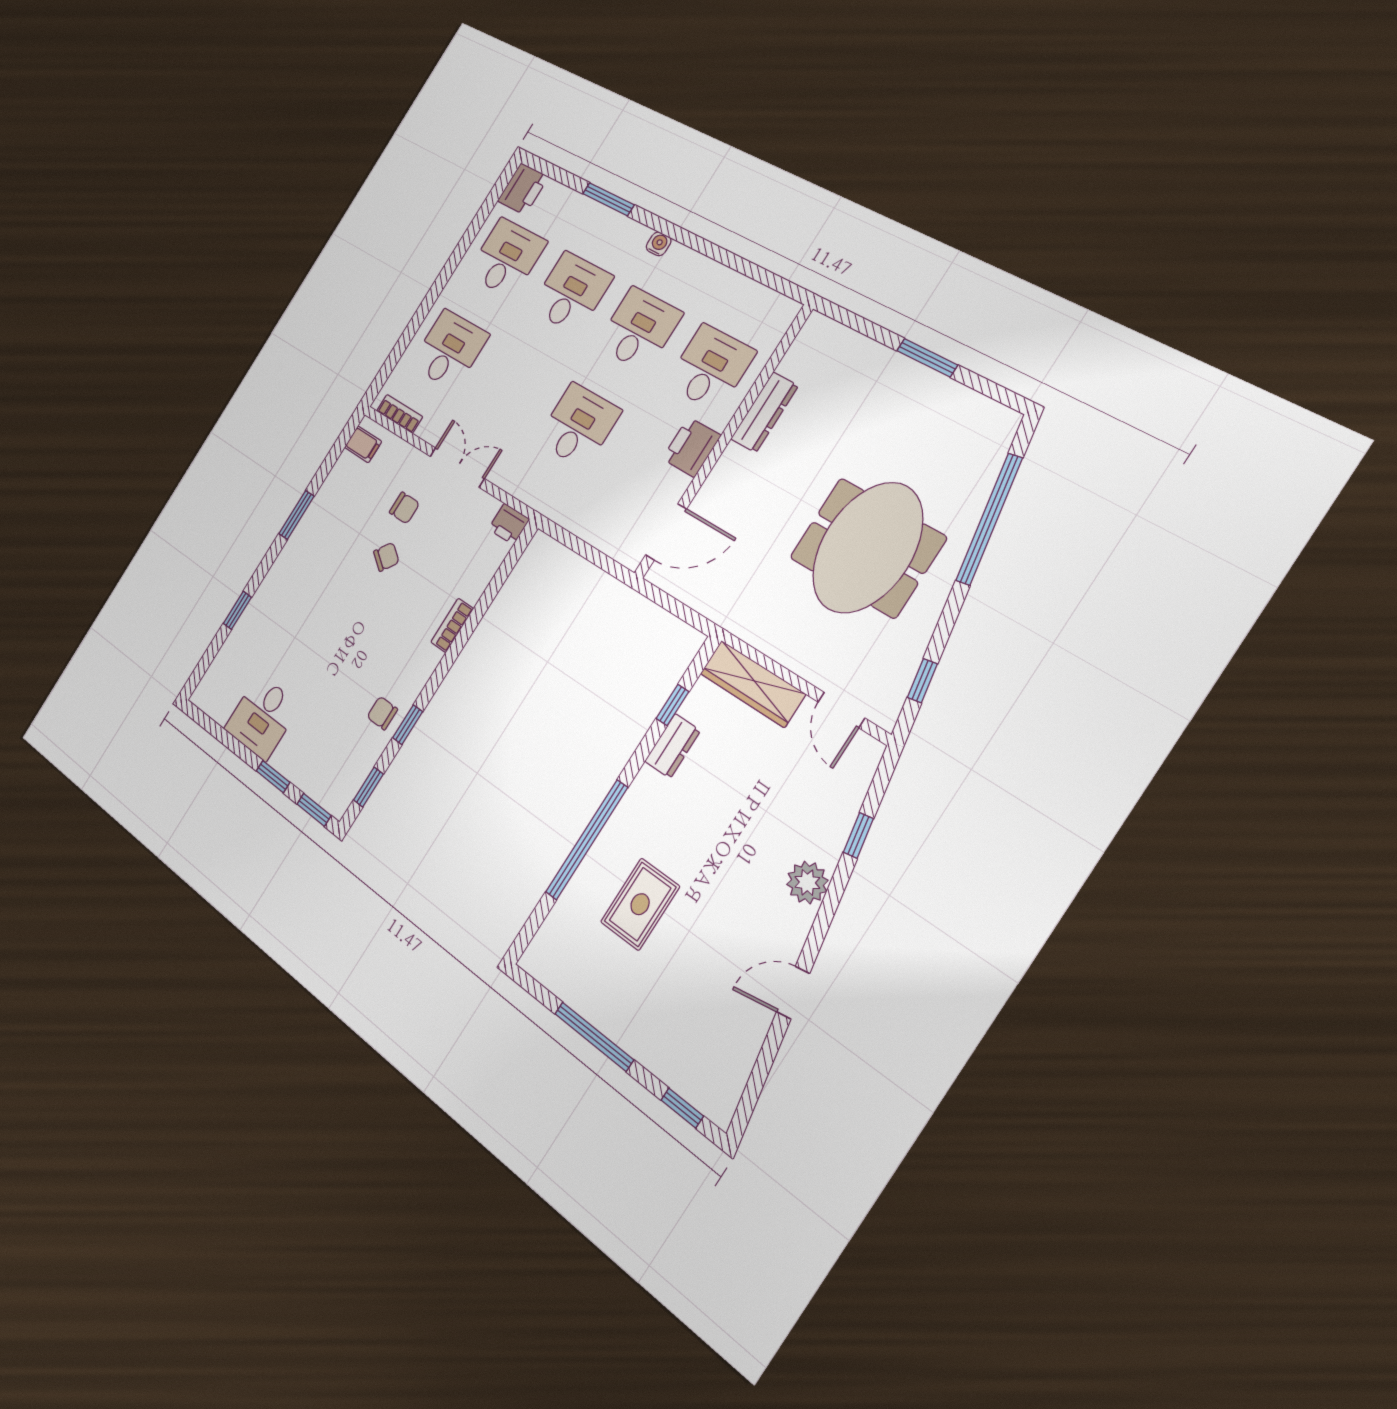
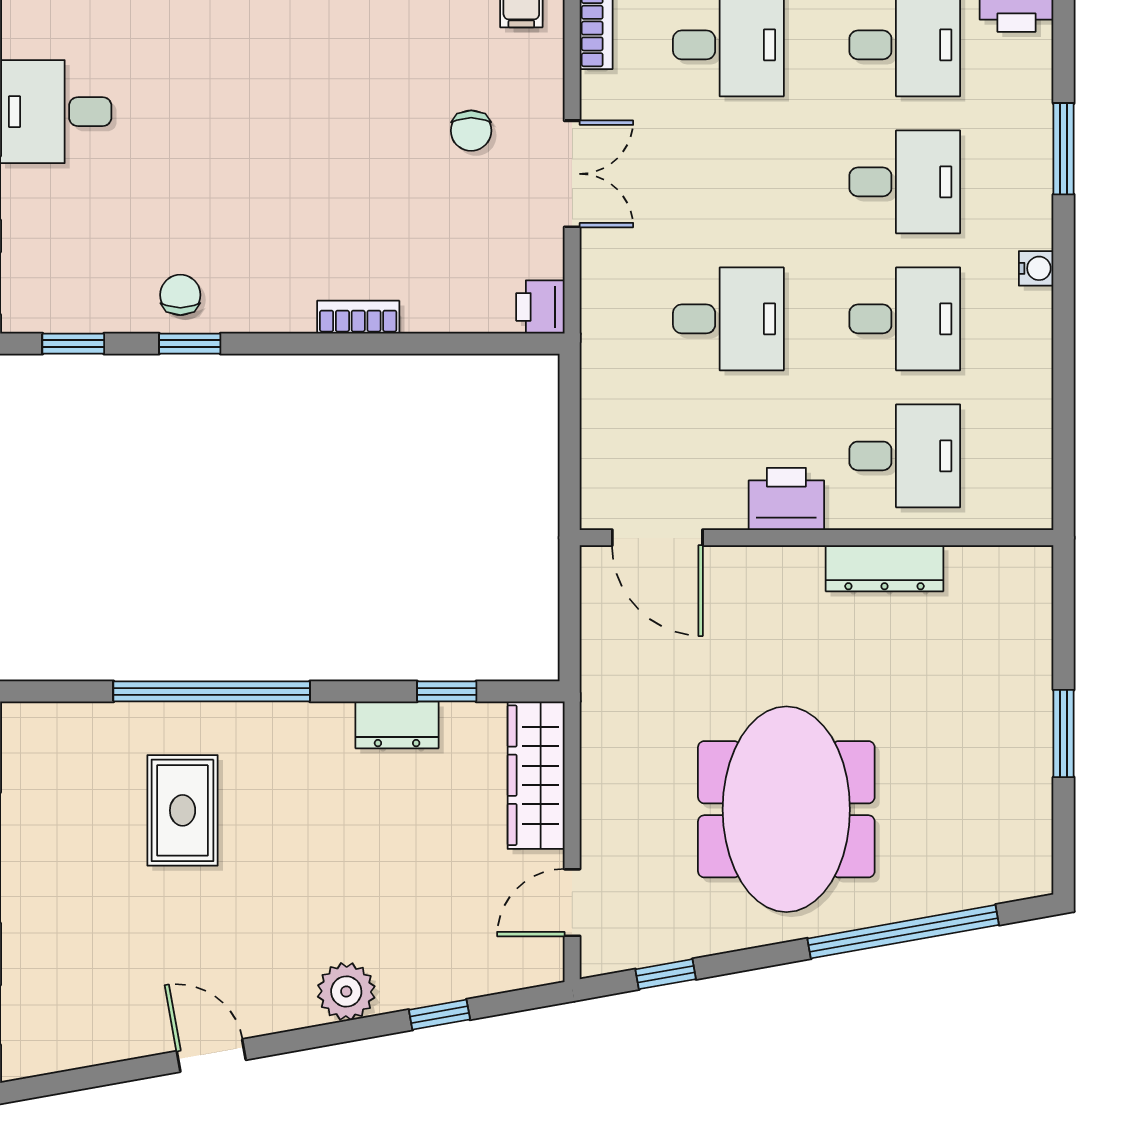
meeting table: (867, 548) -> (786, 809), turned 90
chair: (386, 557) -> (389, 150), removed
rug: (640, 904) -> (183, 810), turned 90

